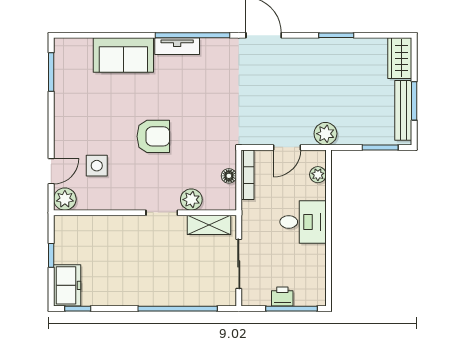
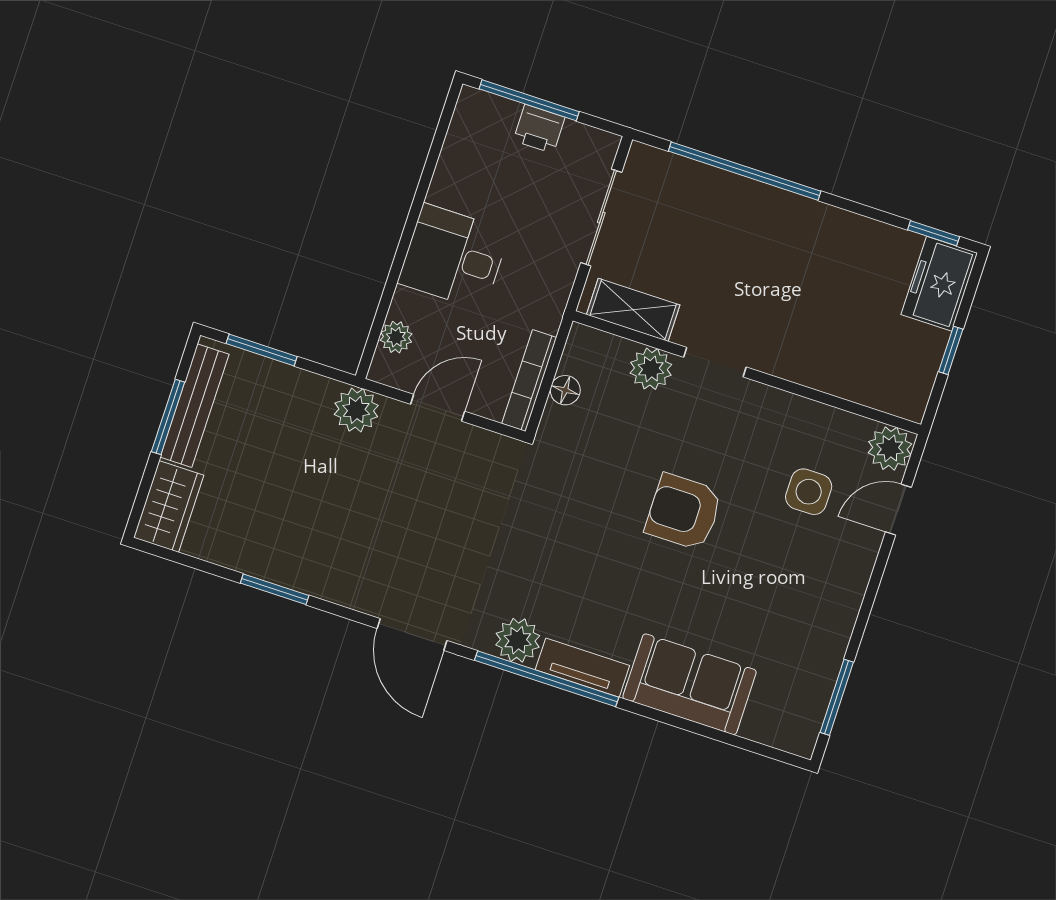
plant: (212, 49) -> (518, 640), added

